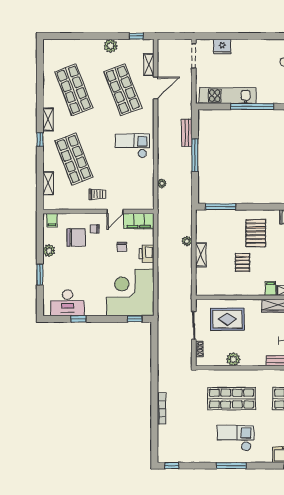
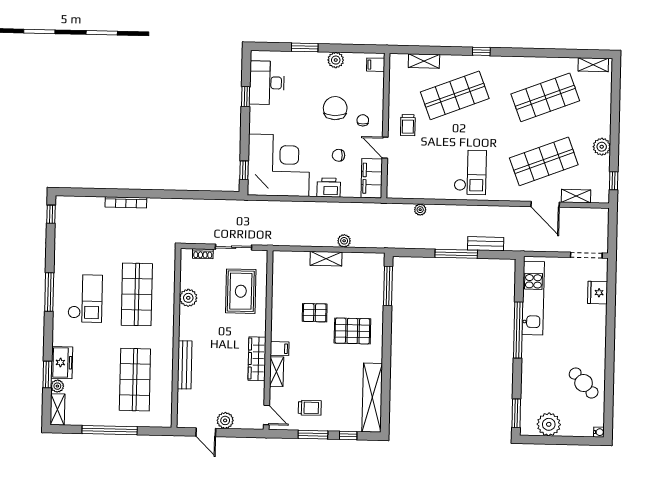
shelving: (48, 119) -> (593, 65), moved
chair: (76, 238) -> (335, 108), moved, turned 180

